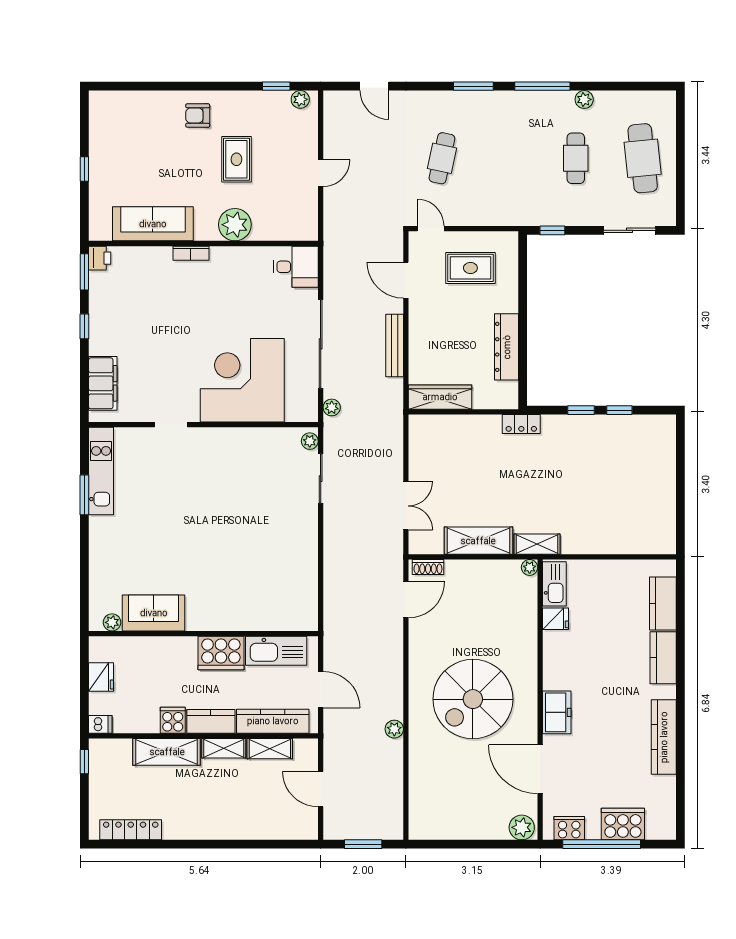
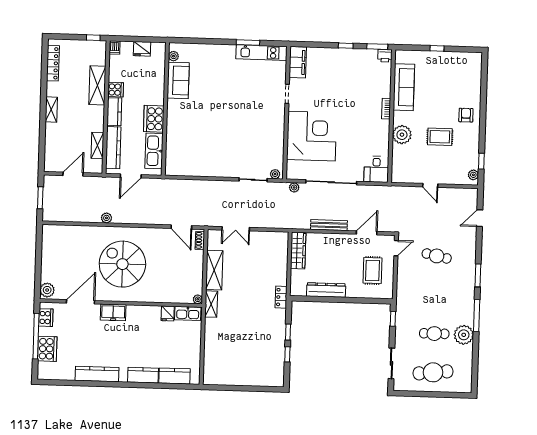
plant: (584, 99) -> (464, 335), width x1.88, depth x1.88
filing cabinet: (103, 383) -> (298, 62), moved, turned -90
shelving: (224, 748) -> (51, 110), moved

